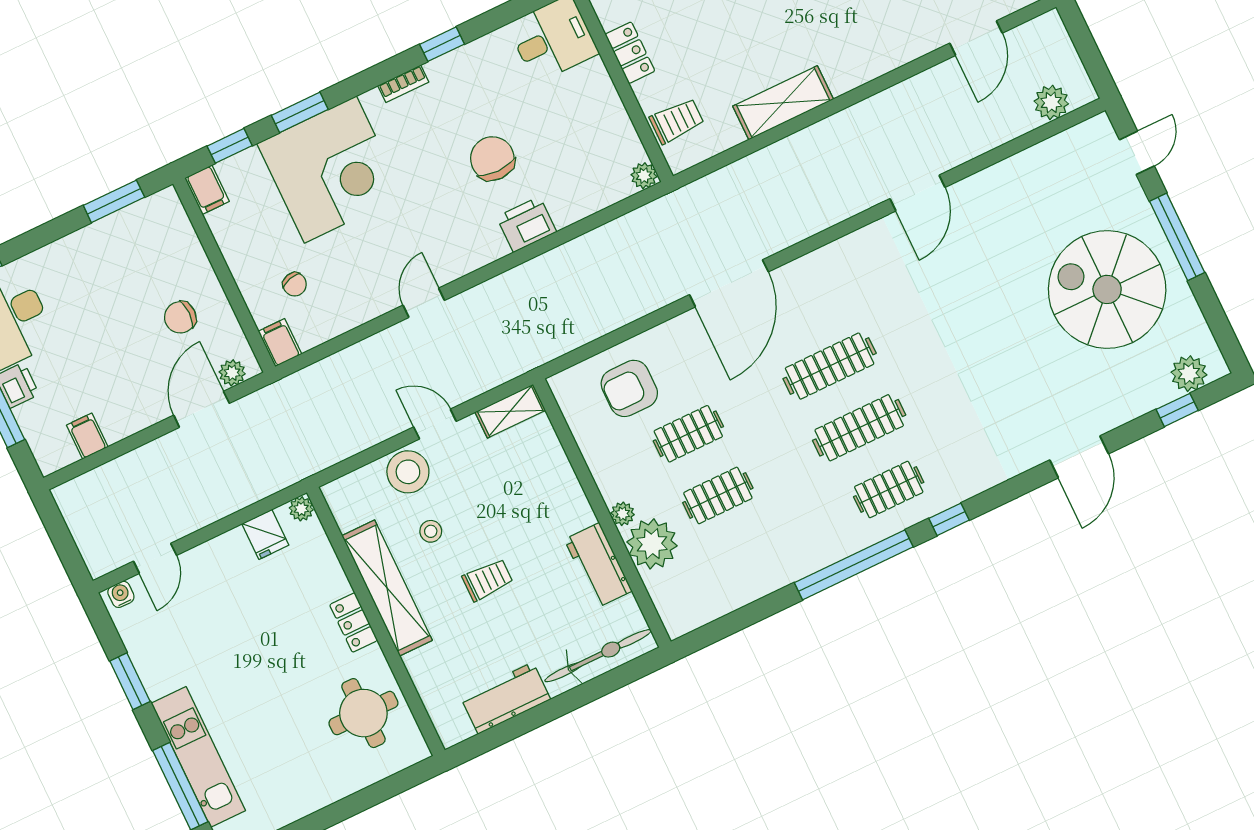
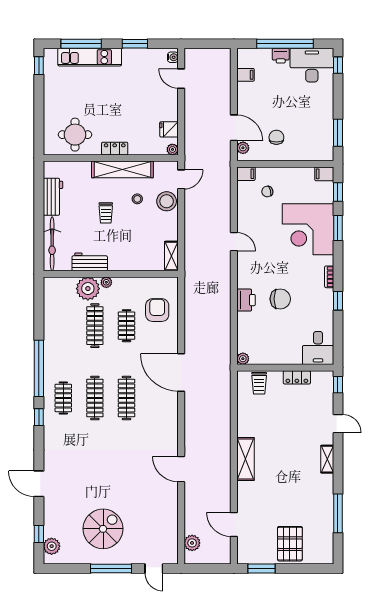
shelving: (783, 103) -> (245, 459), moved
spiral stairs: (1107, 289) -> (103, 529), width x0.73, depth x0.73
door: (435, 424) -> (181, 179), moved
clothes rail: (718, 495) -> (95, 326), width x1.36

